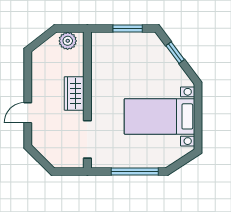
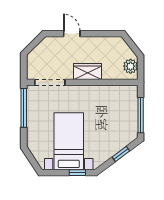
window: (128, 28) -> (141, 115), width x1.44
window: (198, 106) -> (77, 173), added
window: (135, 172) -> (24, 108), moved

